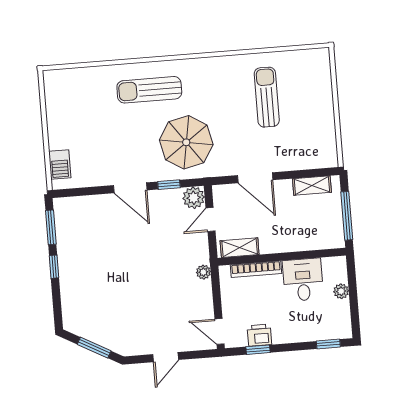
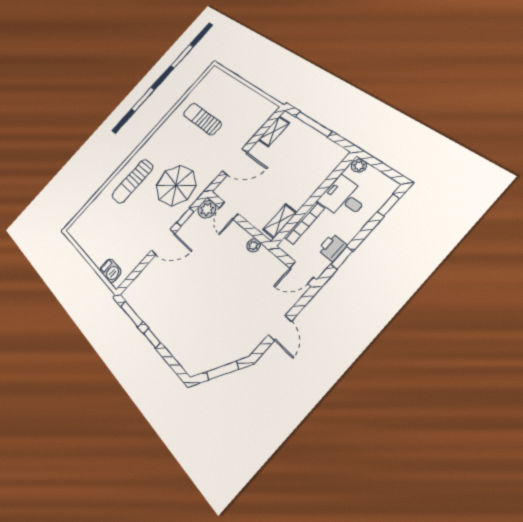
shelving: (240, 248) -> (280, 221), moved
wall: (282, 257) -> (314, 199), moved
bookcase: (256, 269) -> (304, 223), moved
desk: (303, 280) -> (344, 198), moved

